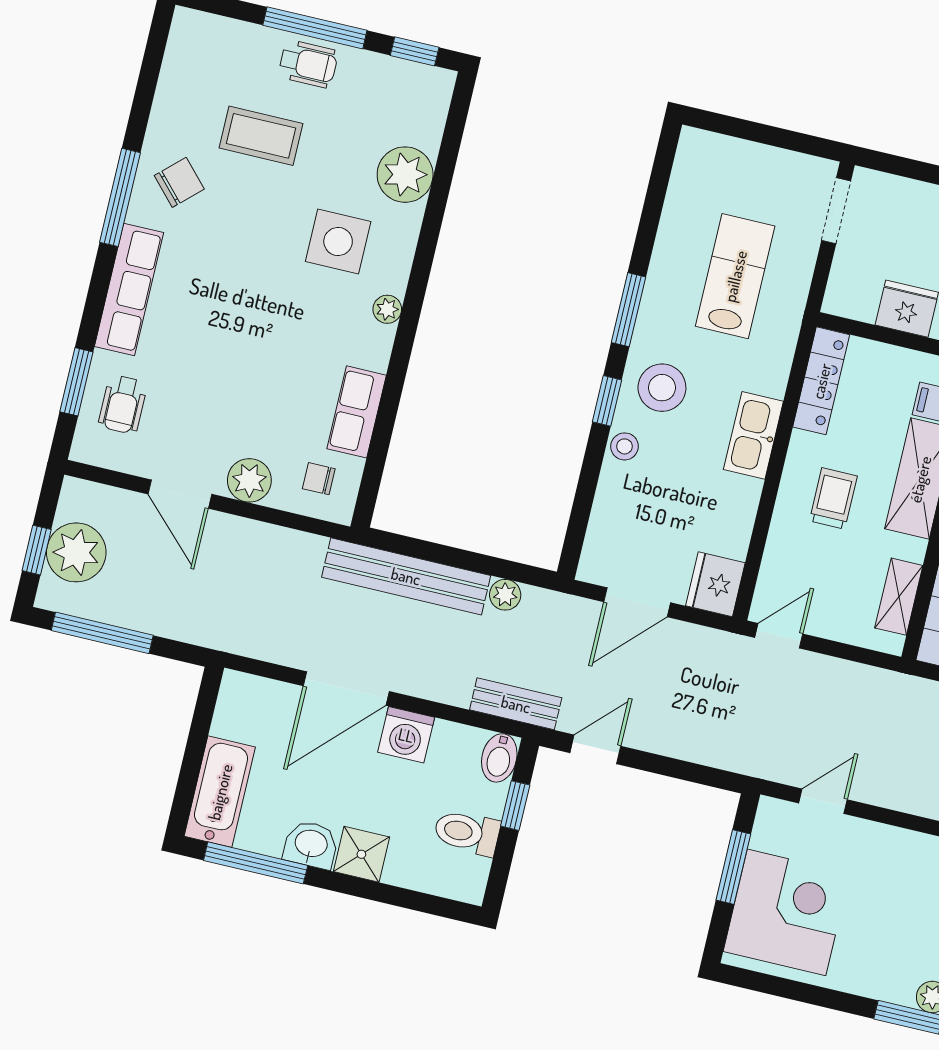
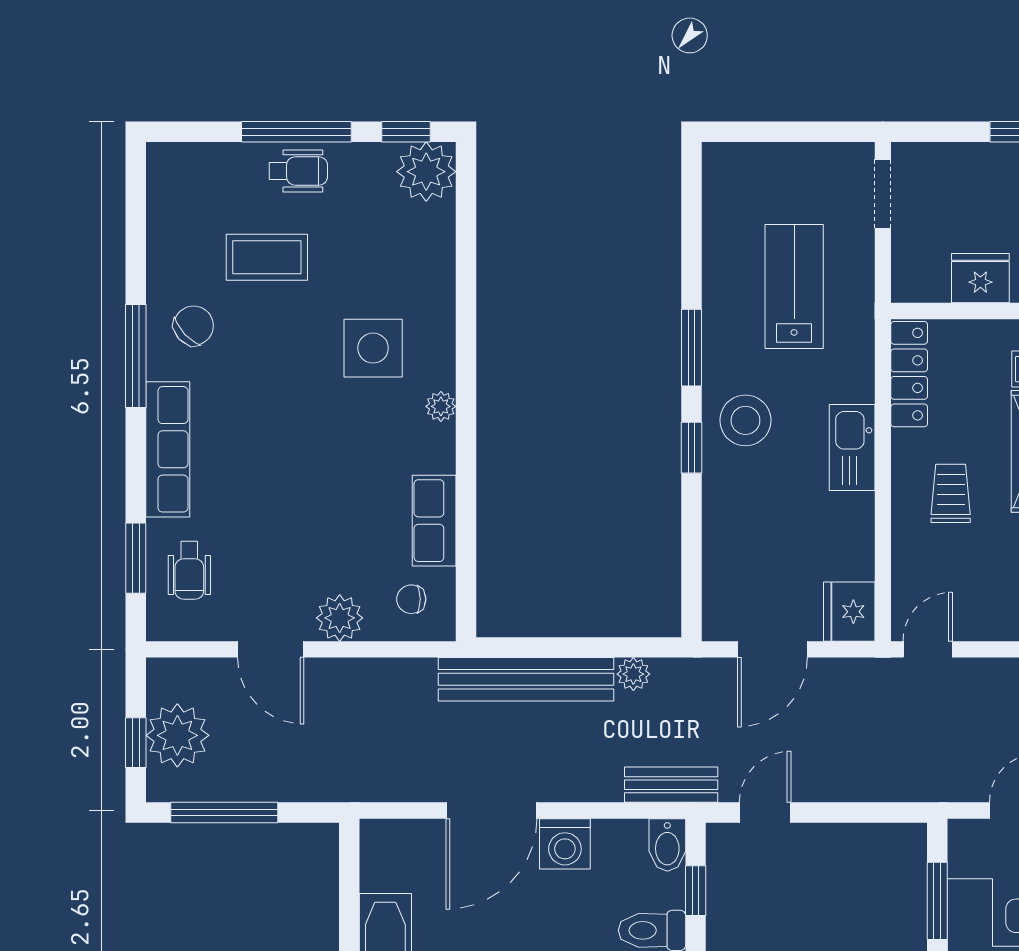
plant: (405, 175) -> (426, 172), moved
stool: (624, 446) -> (721, 491), removed

